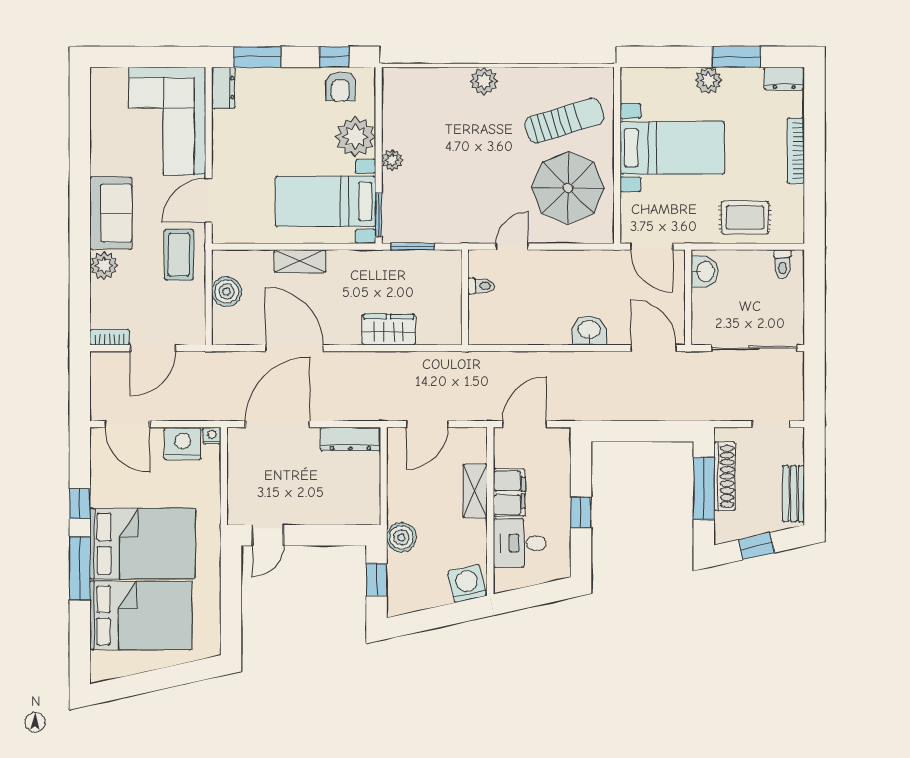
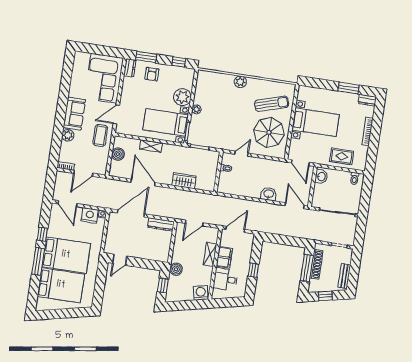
plant: (708, 80) -> (335, 96), removed
armchair: (340, 86) -> (152, 74), moved

